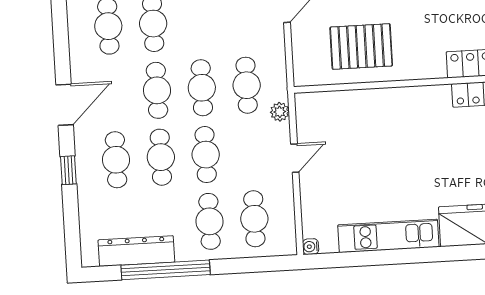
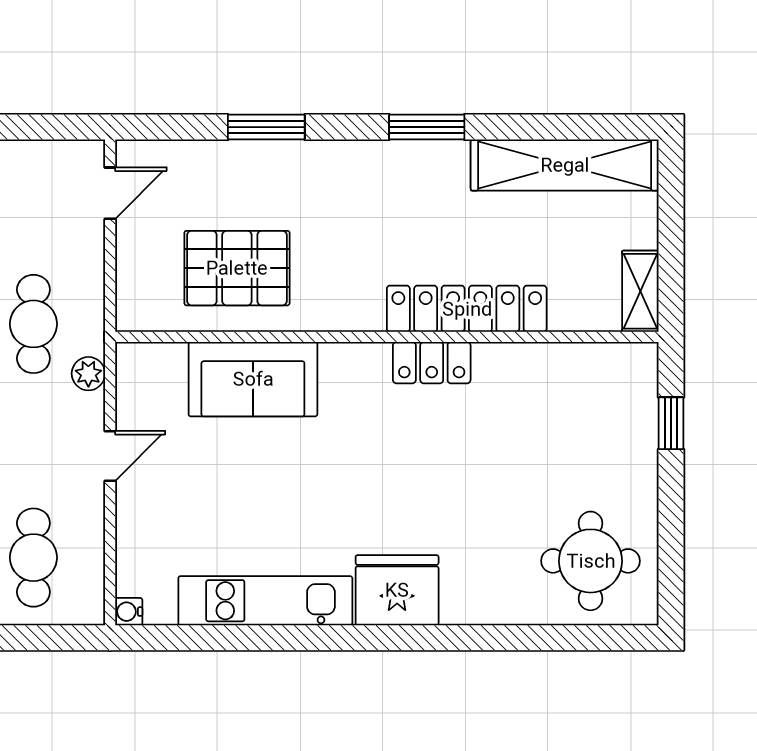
sofa: (374, 109) -> (253, 379), added

